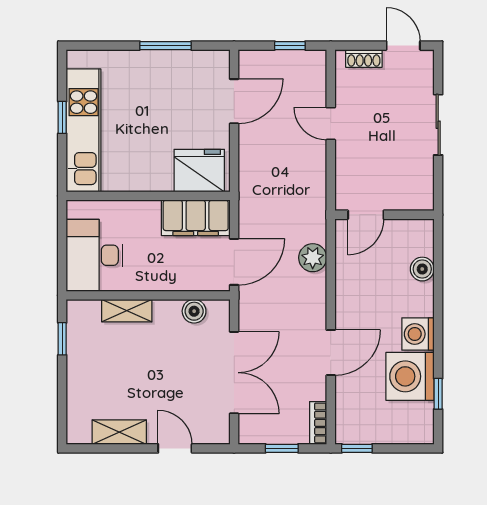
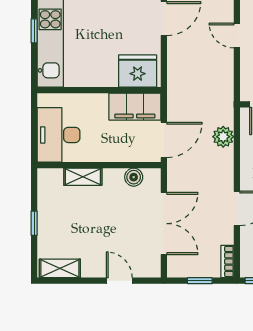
window: (62, 339) -> (34, 223), moved
shelving: (119, 432) -> (60, 268), moved

